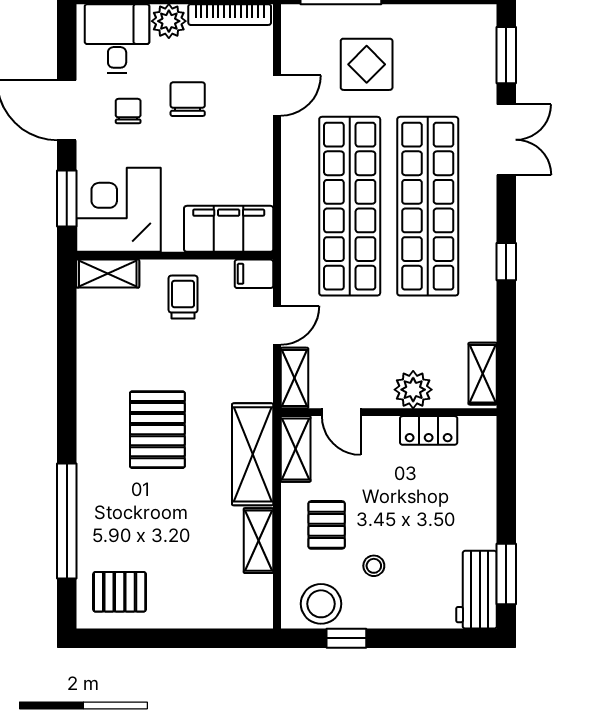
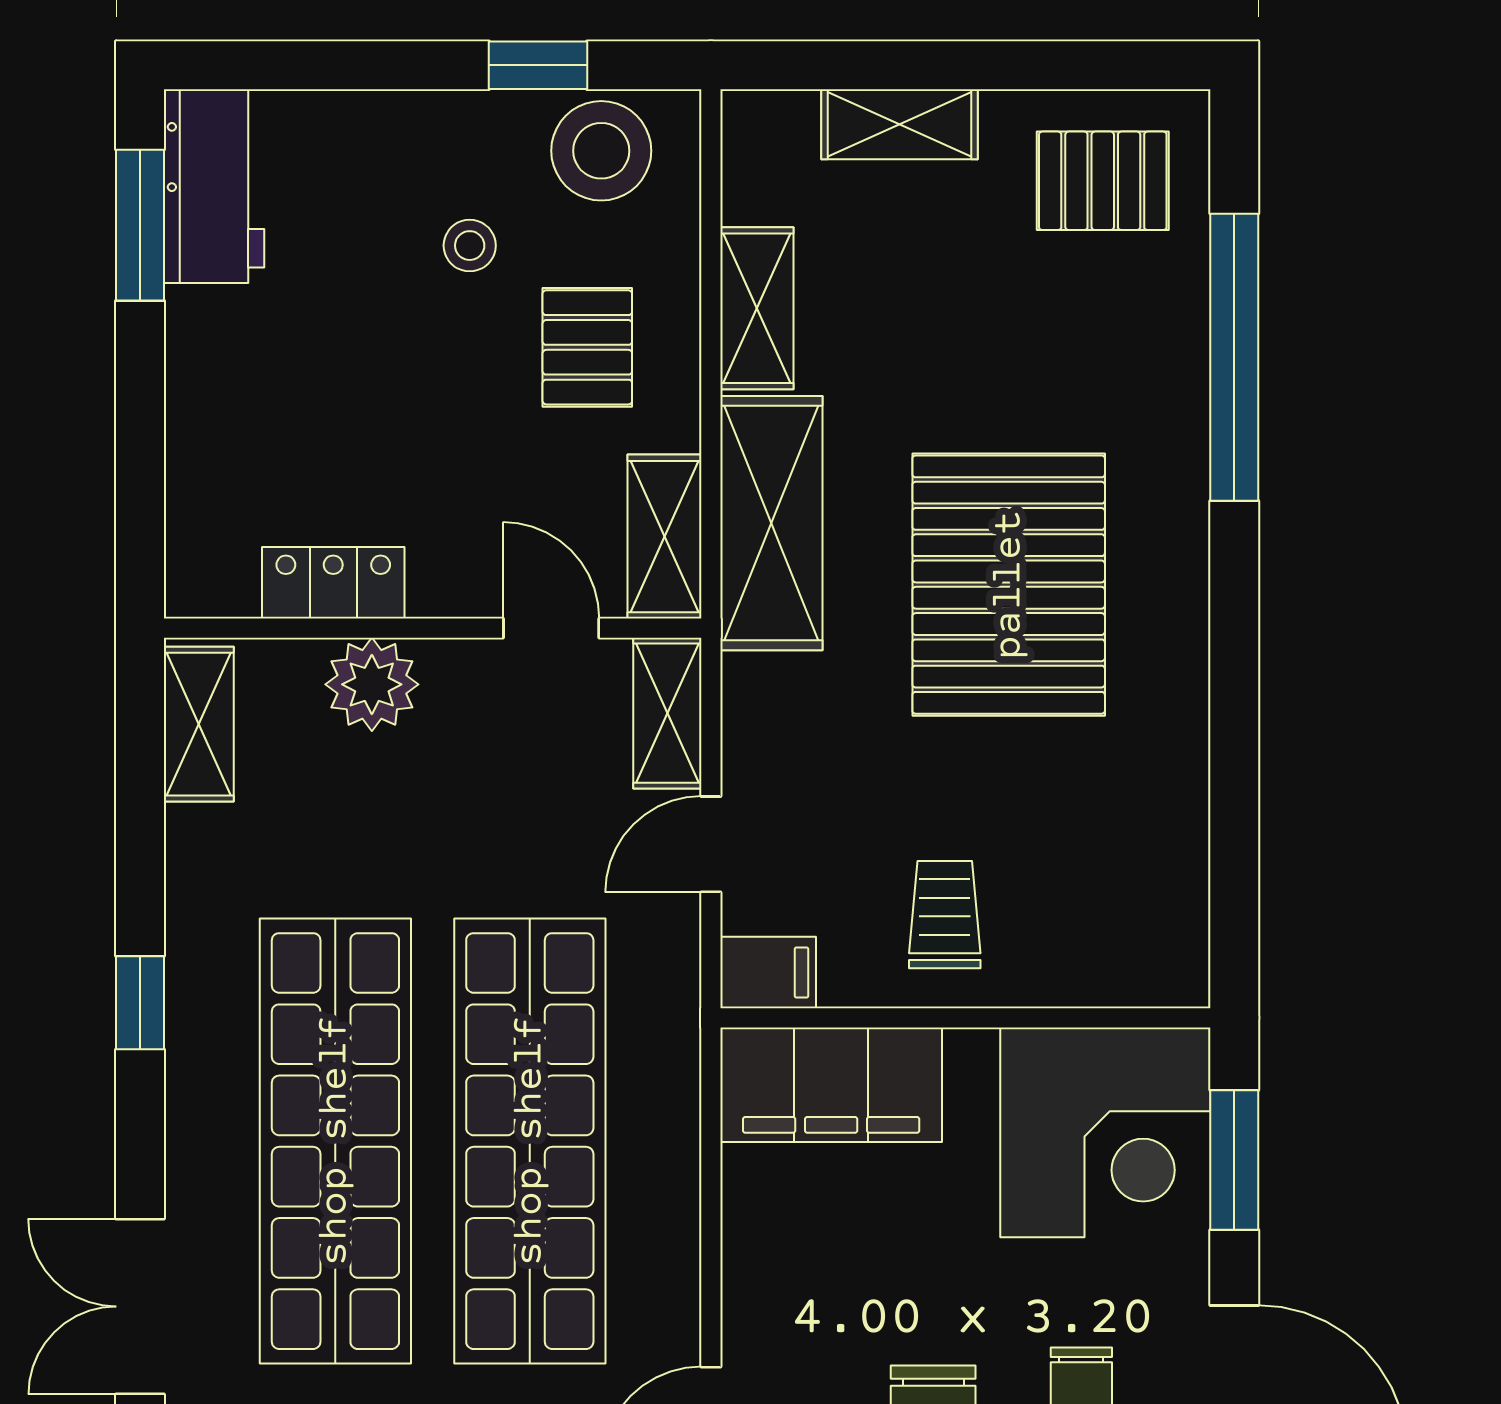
shelving: (108, 274) -> (900, 124), moved
trolley: (183, 297) -> (945, 915), turned 180
pallet: (157, 430) -> (1009, 585), width x1.37, depth x1.41

